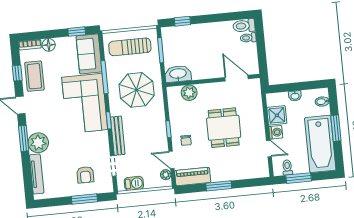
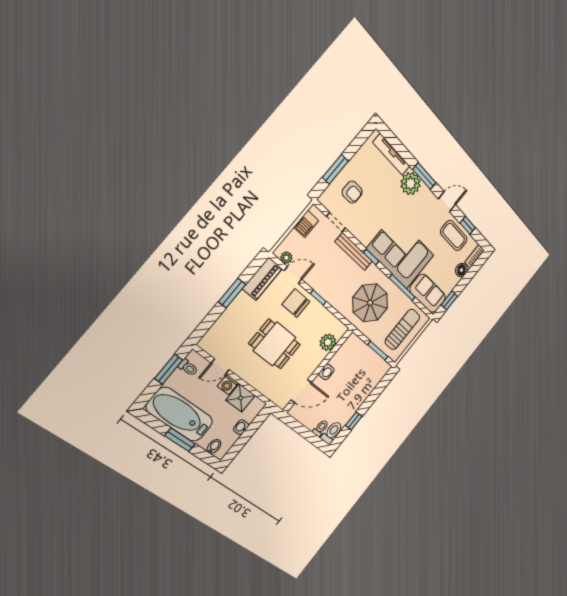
window: (182, 21) -> (354, 421), moved
washbasin: (178, 74) -> (326, 372), moved, width x0.52, depth x0.69
chair: (186, 140) -> (296, 303), width x1.87, depth x1.87
armchair: (85, 175) -> (352, 192), turned 180

